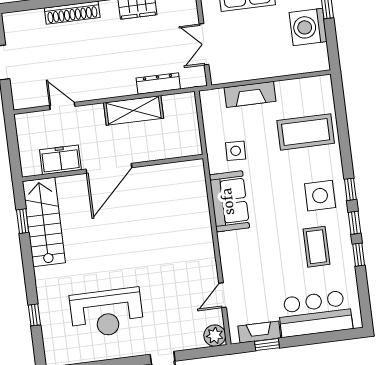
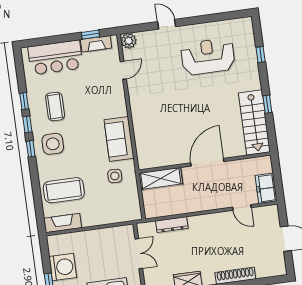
fireplace: (250, 94) -> (63, 223), moved
shelving: (134, 110) -> (161, 178), moved
freezer: (60, 160) -> (266, 188), moved, turned 90
window: (23, 221) -> (267, 104), moved

